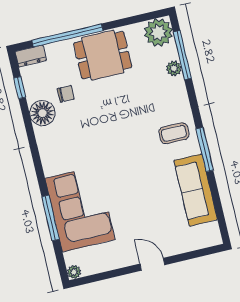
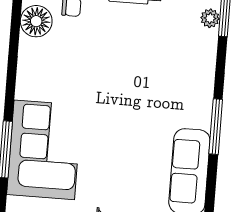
coffee table: (174, 133) -> (185, 96), removed

